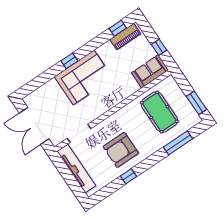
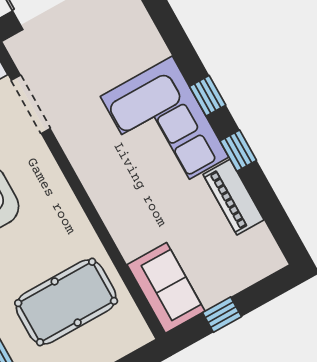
window: (118, 28) -> (238, 151), moved
piano: (125, 37) -> (233, 197), moved

